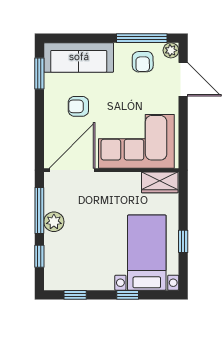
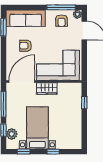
wardrobe: (160, 182) -> (47, 88), moved
plant: (54, 222) -> (12, 134), moved
window: (183, 241) -> (84, 103), moved
bed with nightstands: (147, 253) -> (37, 128), moved

